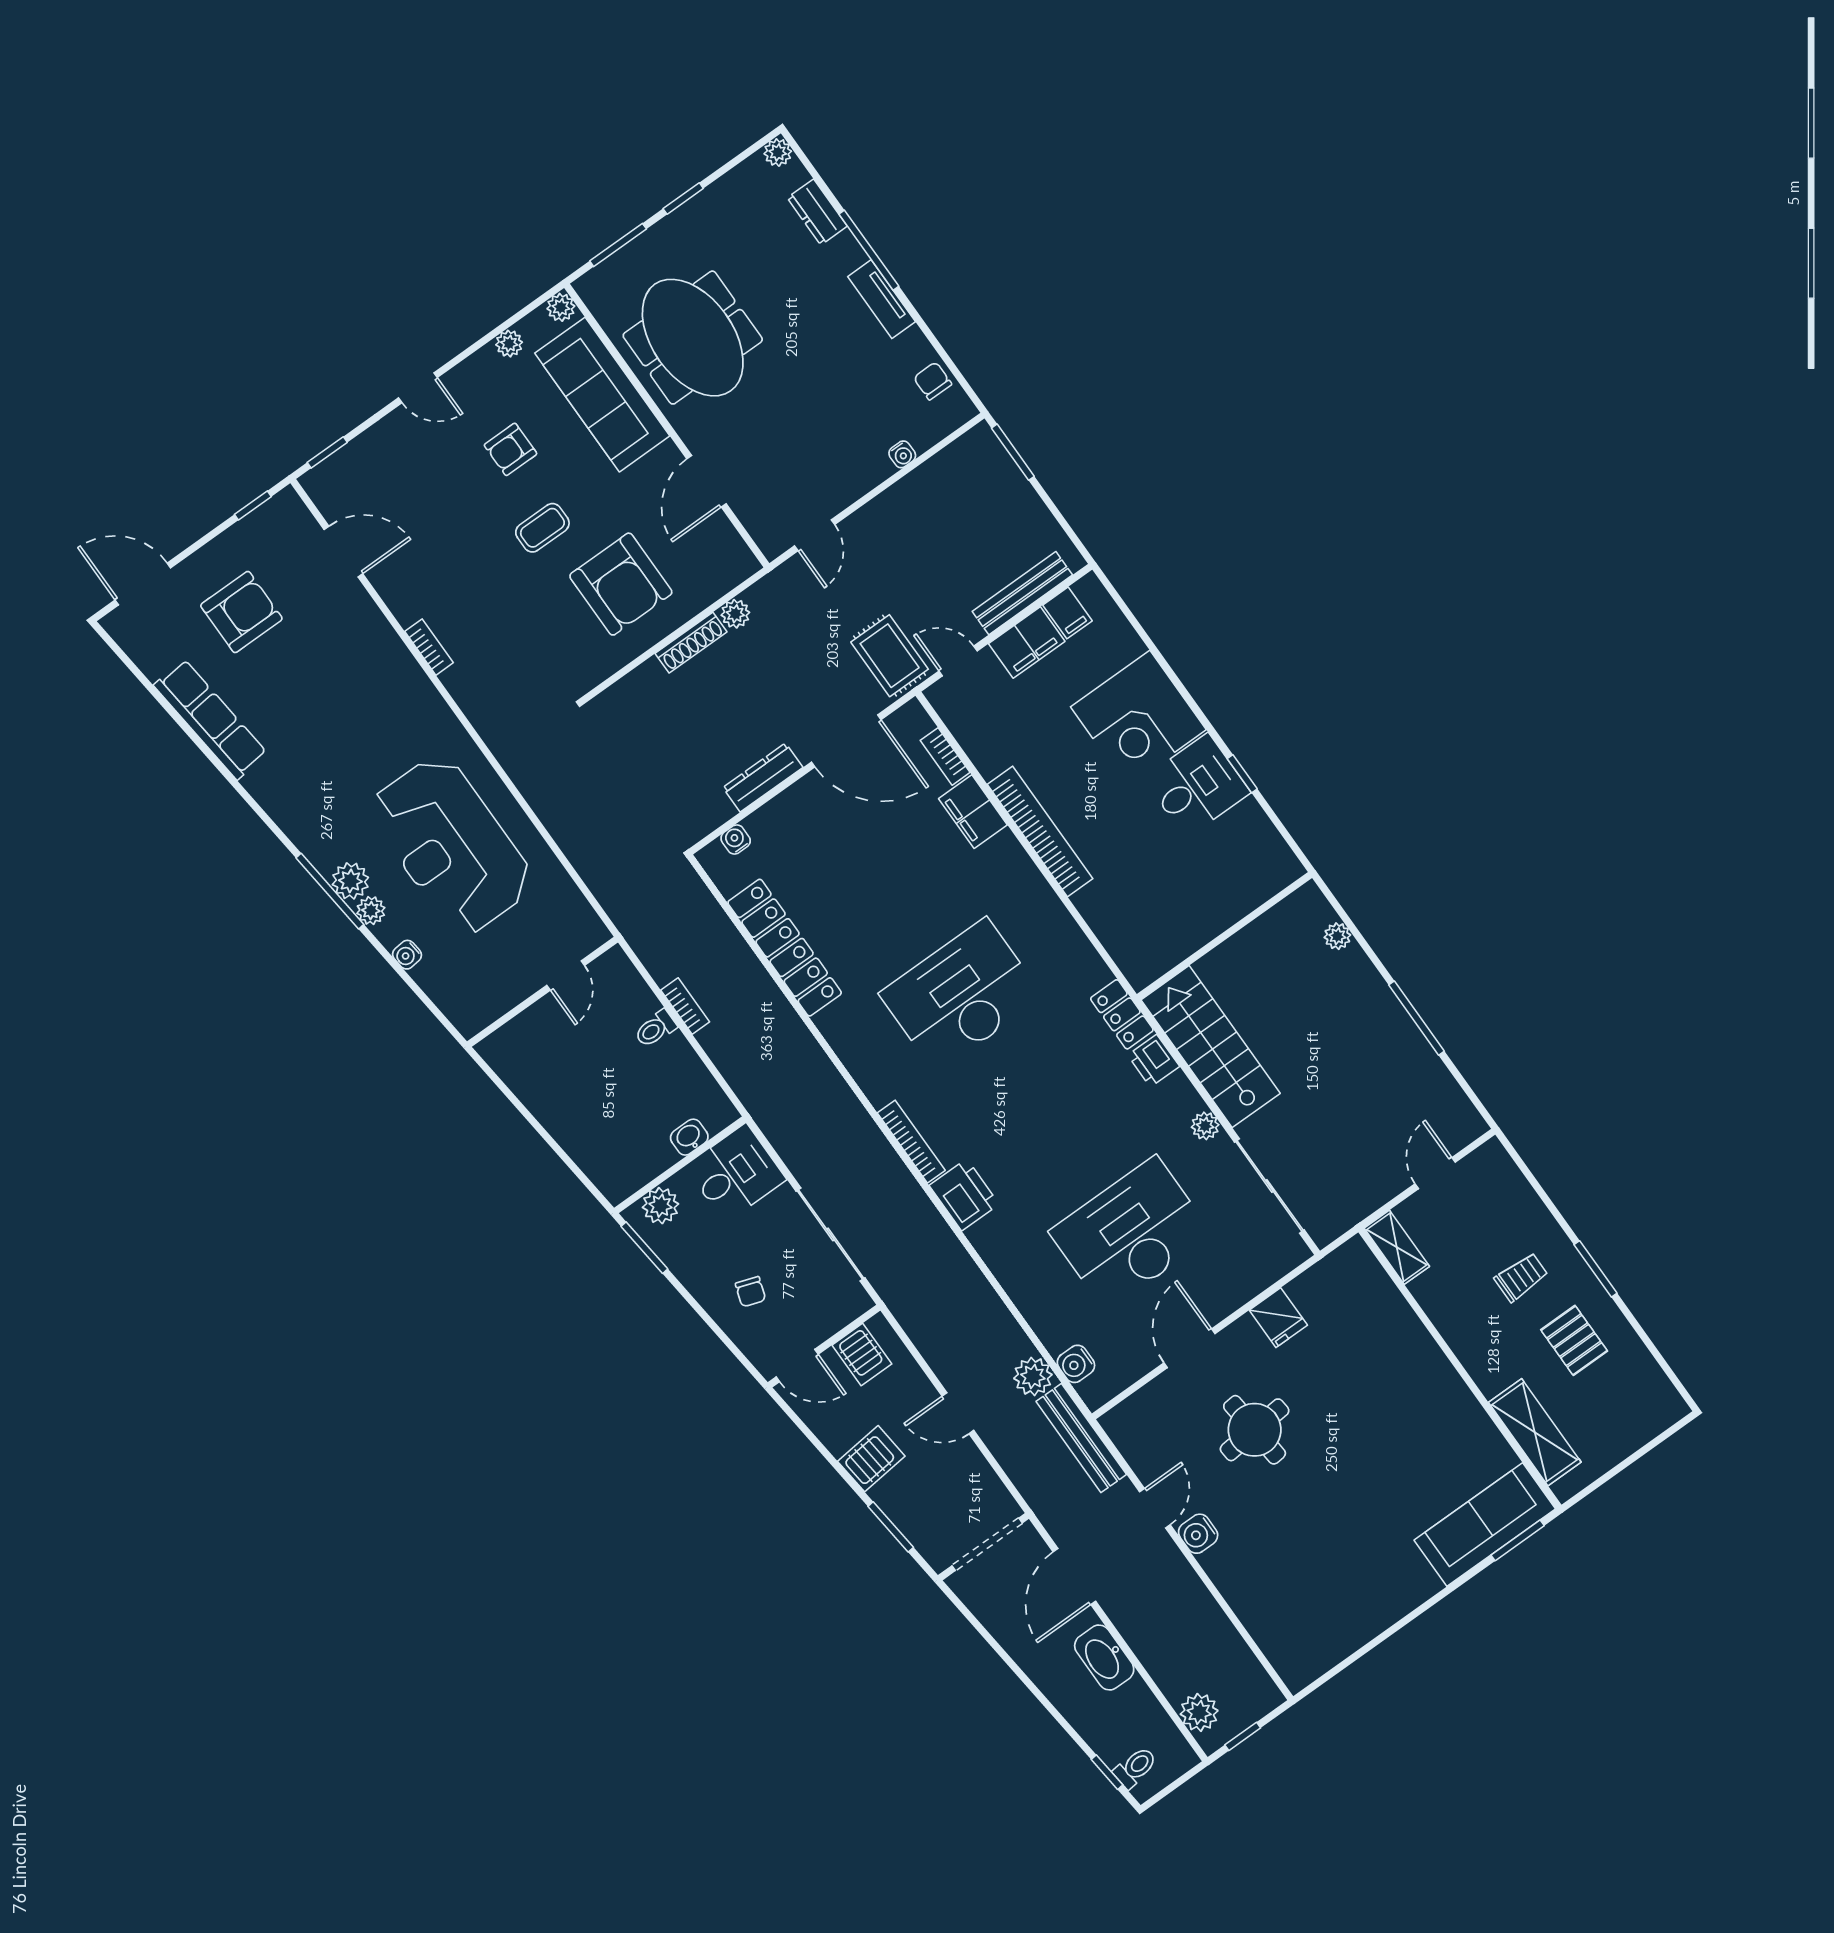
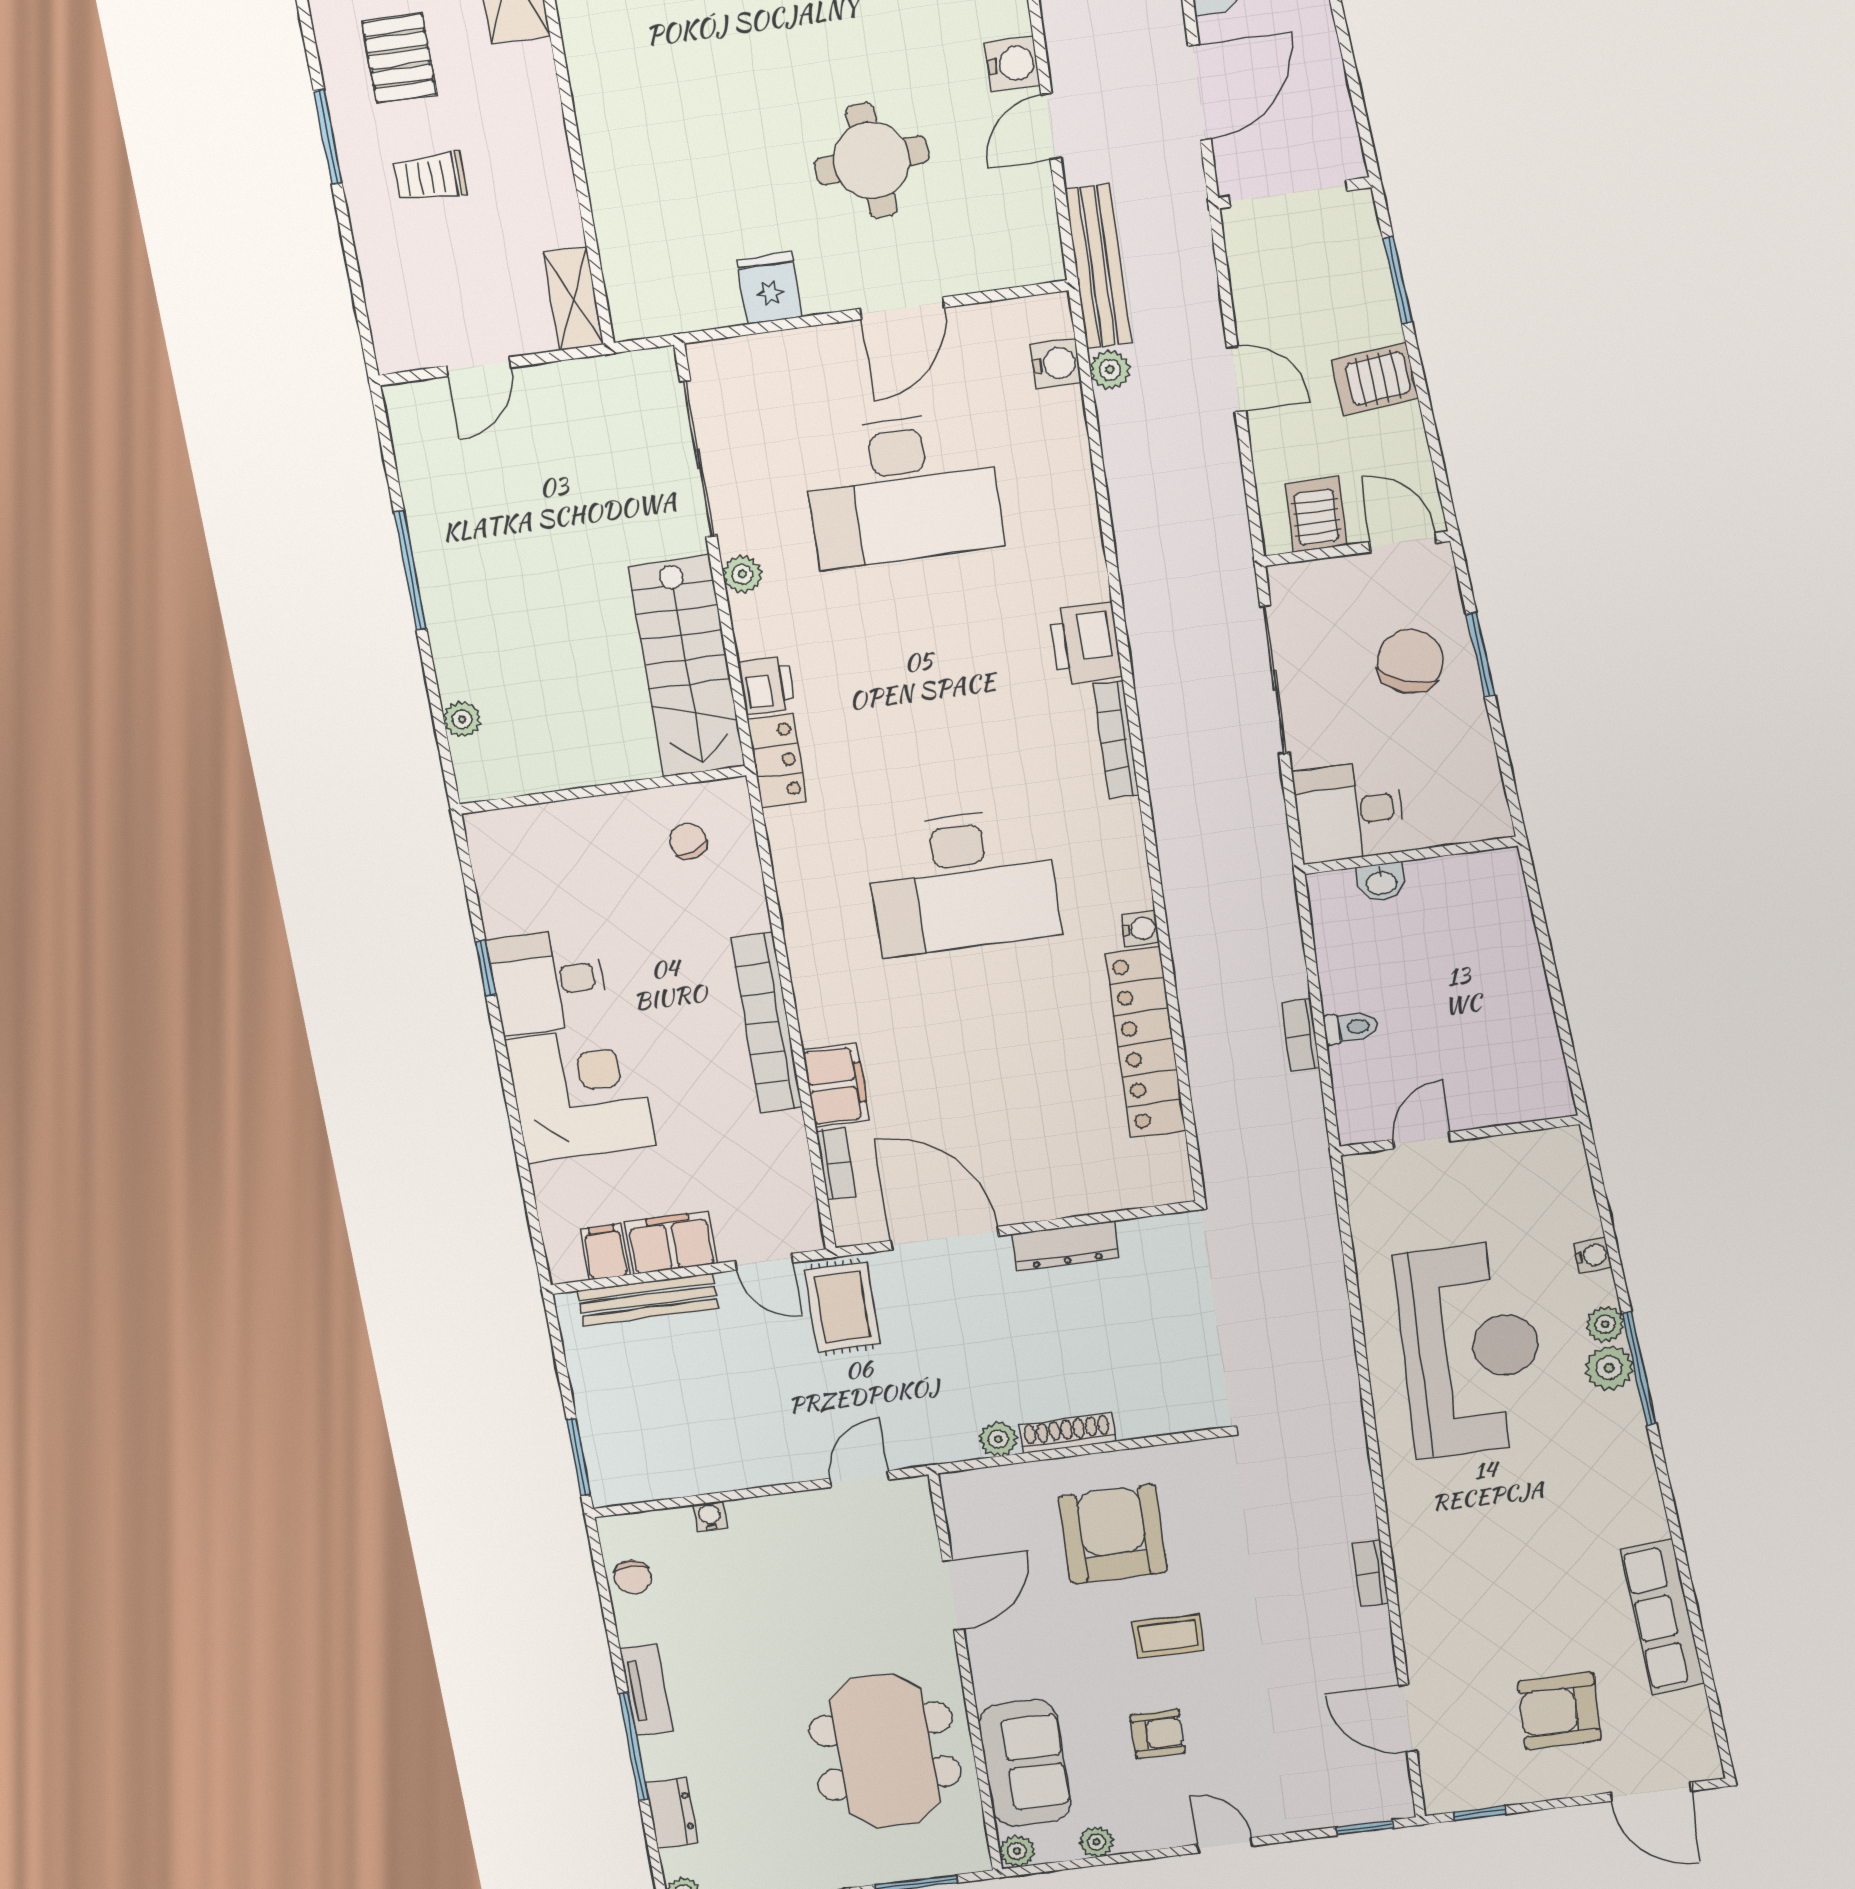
sofa: (602, 395) -> (1025, 1763), width x0.73
water cooler: (736, 839) -> (1140, 929), moved, turned -90
chair: (1153, 930) -> (688, 841), added
plant: (661, 1206) -> (1461, 820), removed
window: (644, 1248) -> (1481, 655), moved
chair: (750, 1292) -> (1410, 661), width x1.87, depth x1.87
plant: (1033, 1376) -> (1110, 370), width x0.73, depth x0.73

